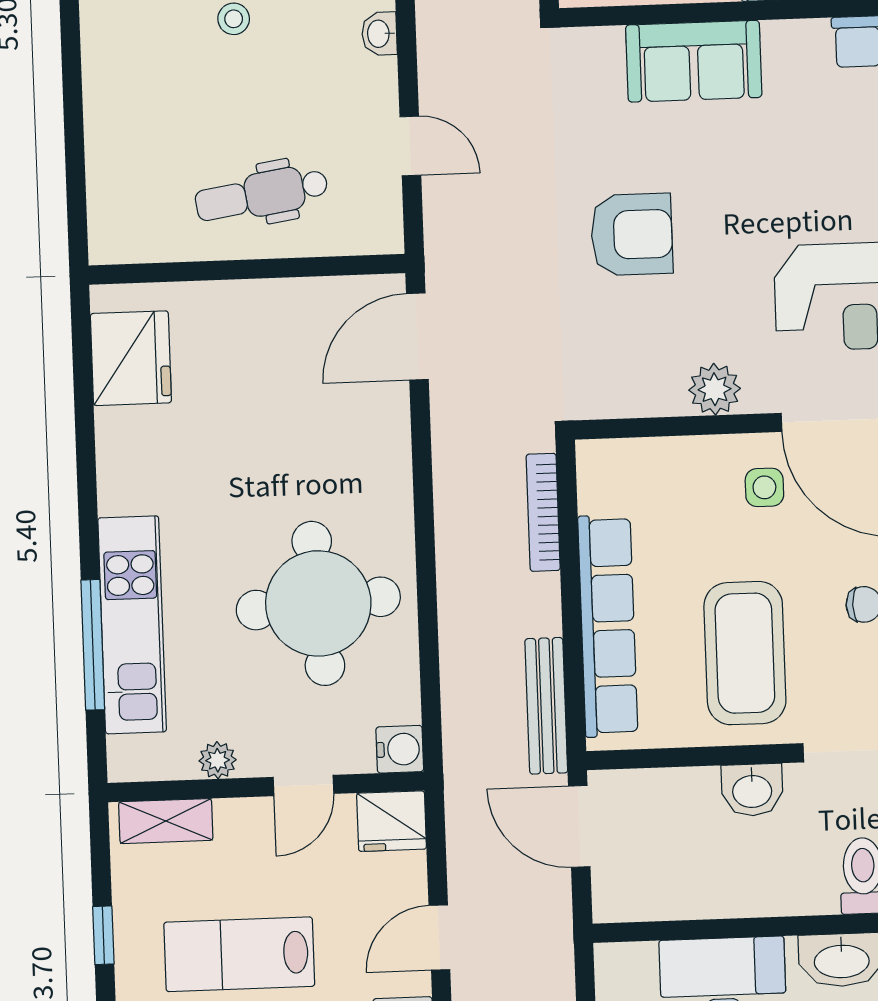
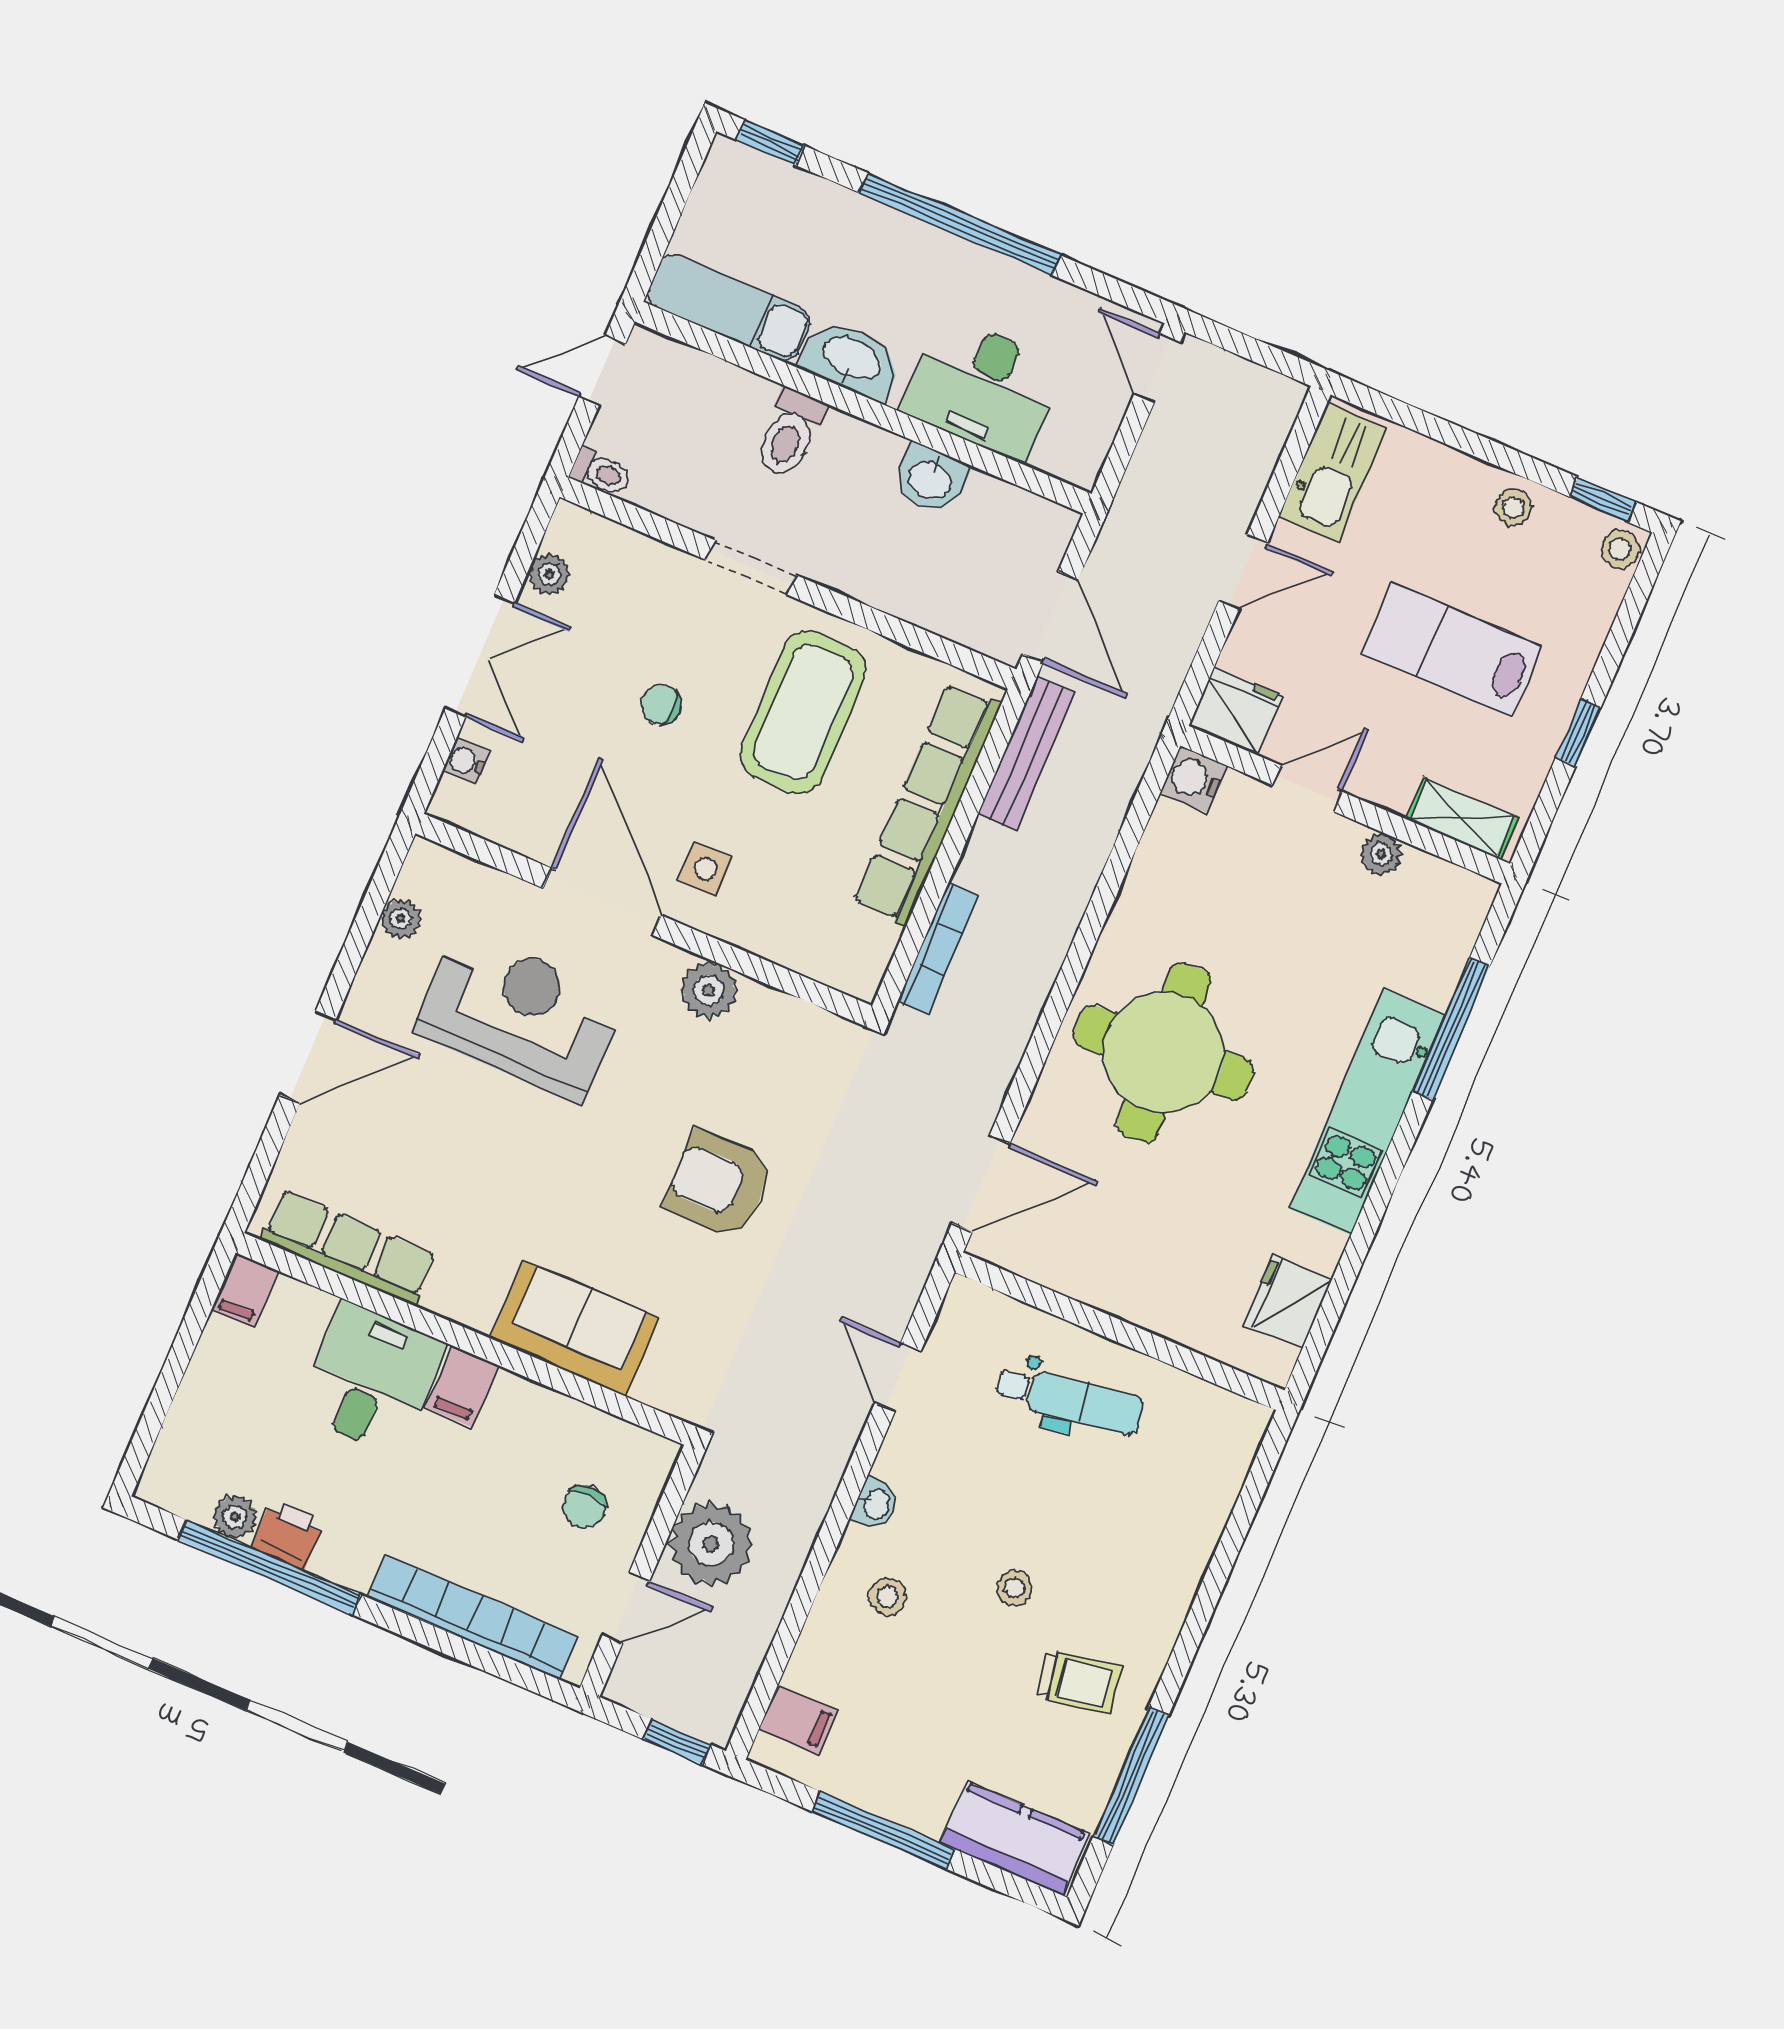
fridge: (131, 358) -> (1288, 1302), width x0.73, depth x0.75
round table: (318, 603) -> (1163, 1052), moved
kitchen unit: (132, 625) -> (1367, 1112), moved
washbasin: (752, 790) -> (930, 479), moved, turned 180
lab bench: (239, 954) -> (1451, 650), turned 180

